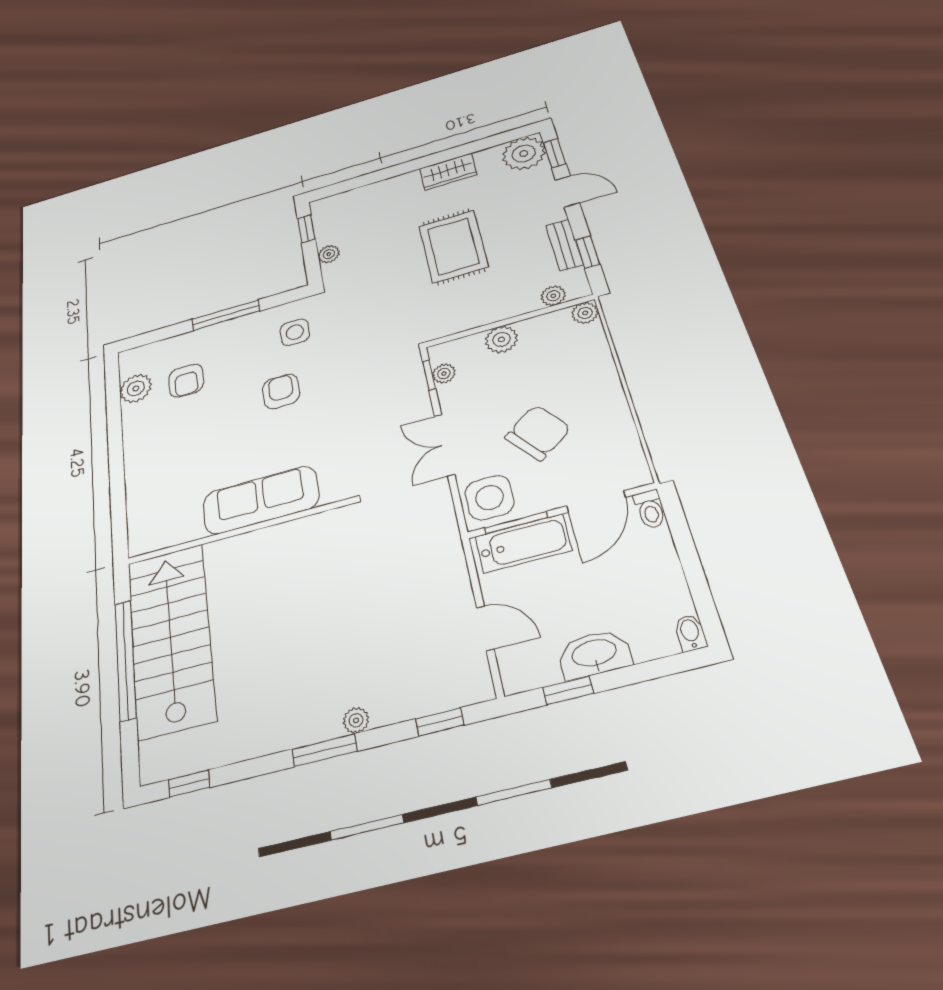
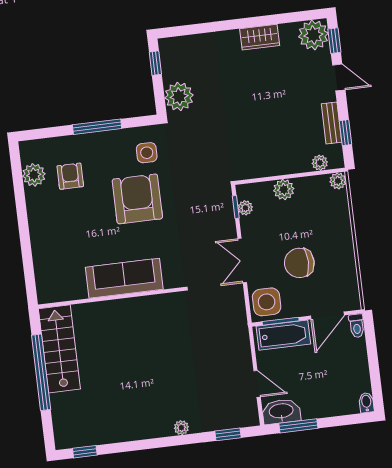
rug: (453, 246) -> (259, 106), removed
plant: (329, 254) -> (179, 97), width x1.88, depth x1.88
armchair: (186, 381) -> (70, 176), turned 180
armchair: (281, 391) -> (137, 199), width x1.88, depth x1.88
chair: (538, 433) -> (299, 263), turned -143
stairs: (171, 639) -> (59, 349), width x0.73, depth x0.66
washbasin: (594, 654) -> (281, 411), moved
window: (568, 690) -> (298, 426), width x1.50
window: (325, 750) -> (163, 442), removed

